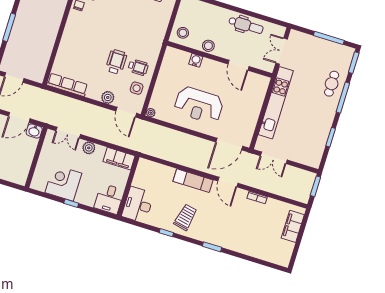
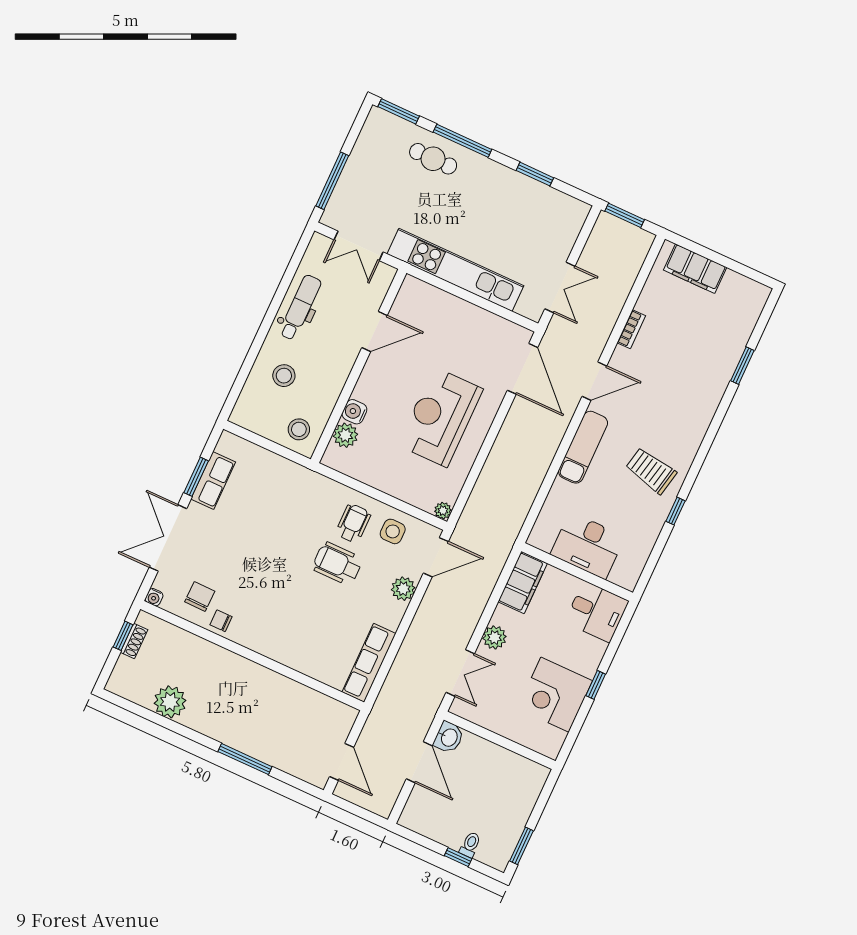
window: (329, 38) -> (332, 181), moved
stool: (208, 46) -> (284, 376), moved
plant: (183, 57) -> (345, 435), added
reception desk: (199, 105) -> (440, 417), turned 180
desk: (138, 205) -> (588, 546), moved
window: (212, 247) -> (742, 366), moved

